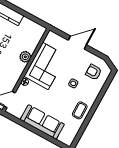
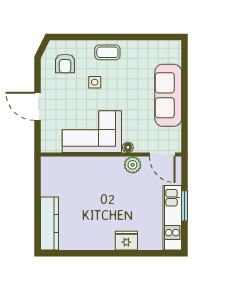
plant: (25, 57) -> (133, 165), moved
coffee table: (80, 110) -> (107, 52), moved

